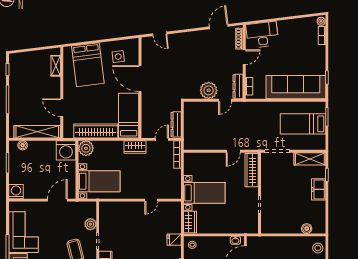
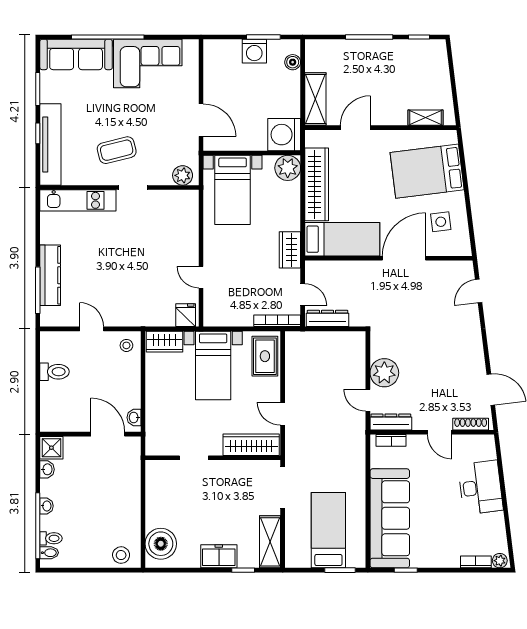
desk: (262, 35) -> (480, 487), moved
shelving: (37, 132) -> (315, 99), width x0.68
rug: (199, 162) -> (265, 356), added
washing machine: (16, 192) -> (254, 51), moved, turned 90
plant: (90, 224) -> (183, 175), moved
boiler: (307, 229) -> (161, 544), width x1.86, depth x1.86
fridge: (174, 240) -> (186, 315), moved

